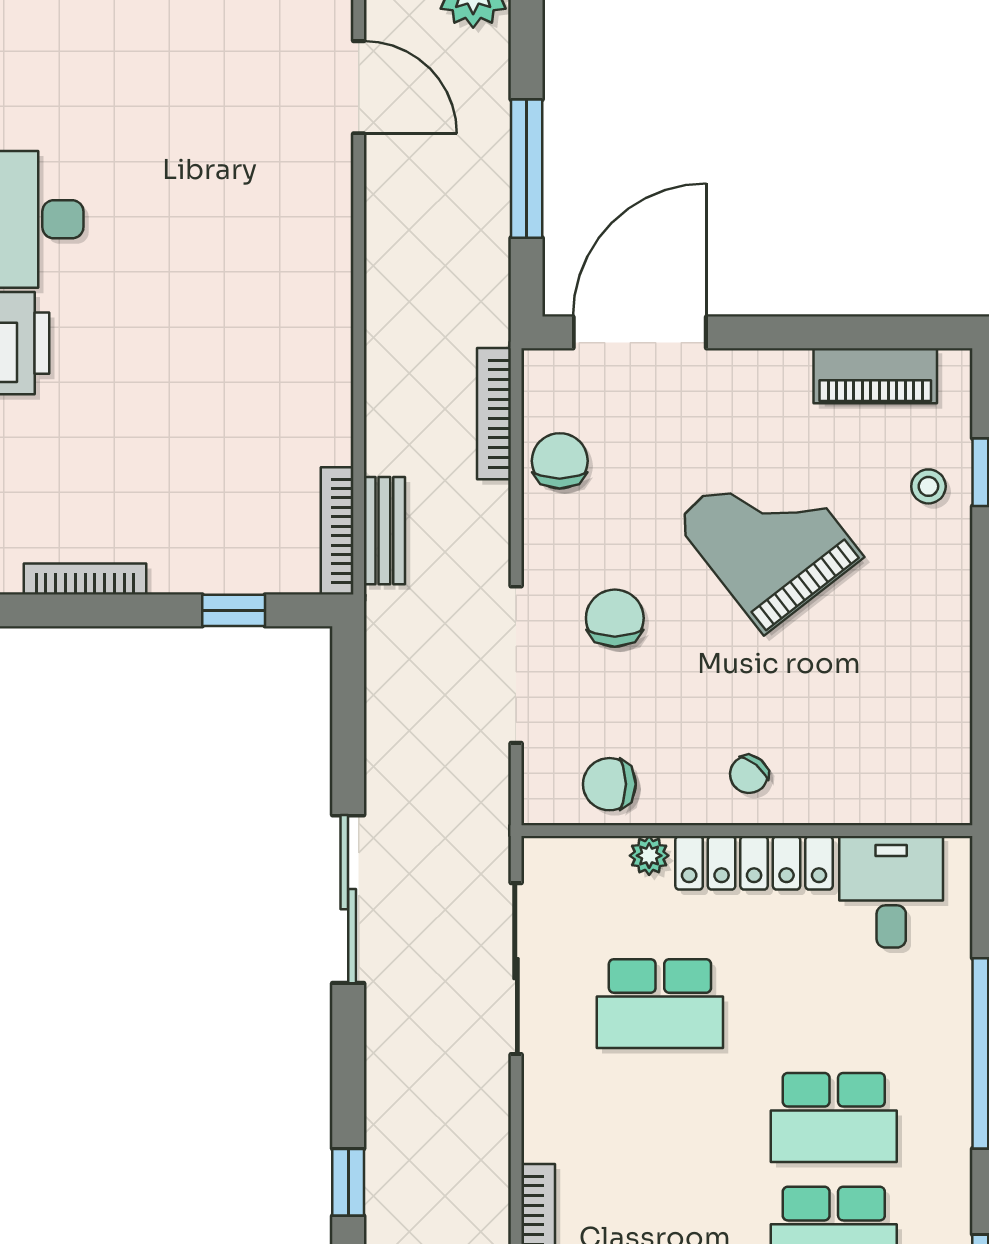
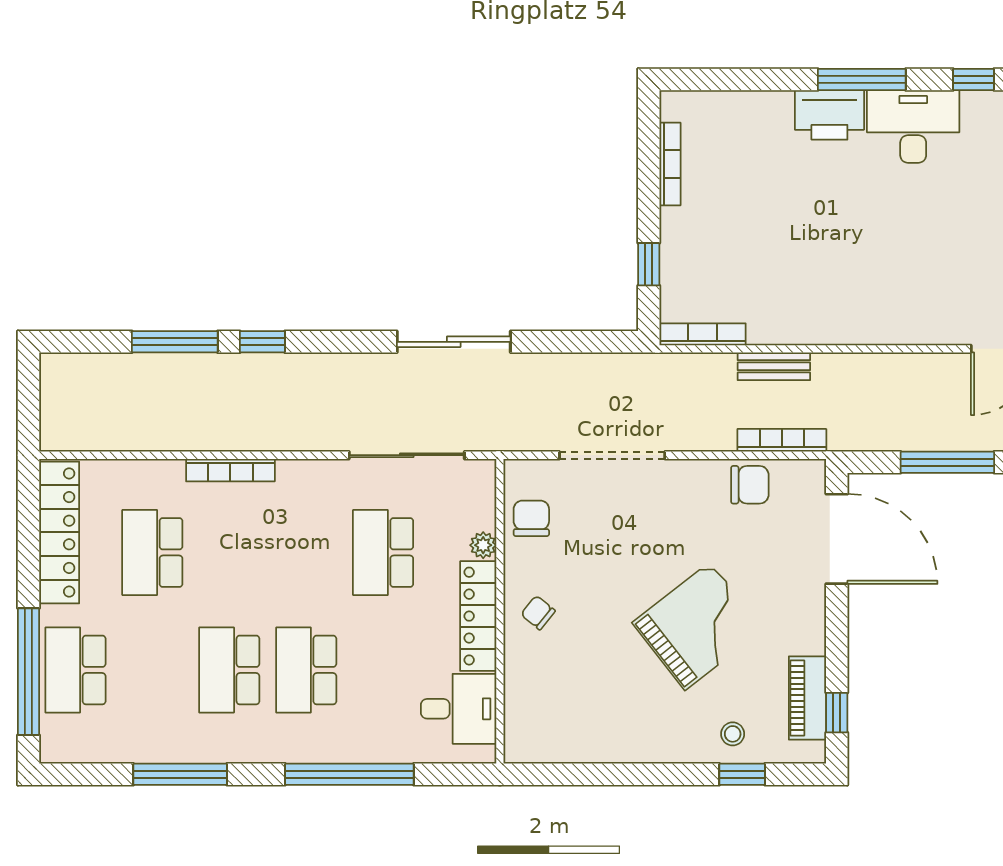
window: (897, 332) -> (837, 713), added
bench: (384, 531) -> (774, 366), moved
chair: (615, 618) -> (644, 522), removed

